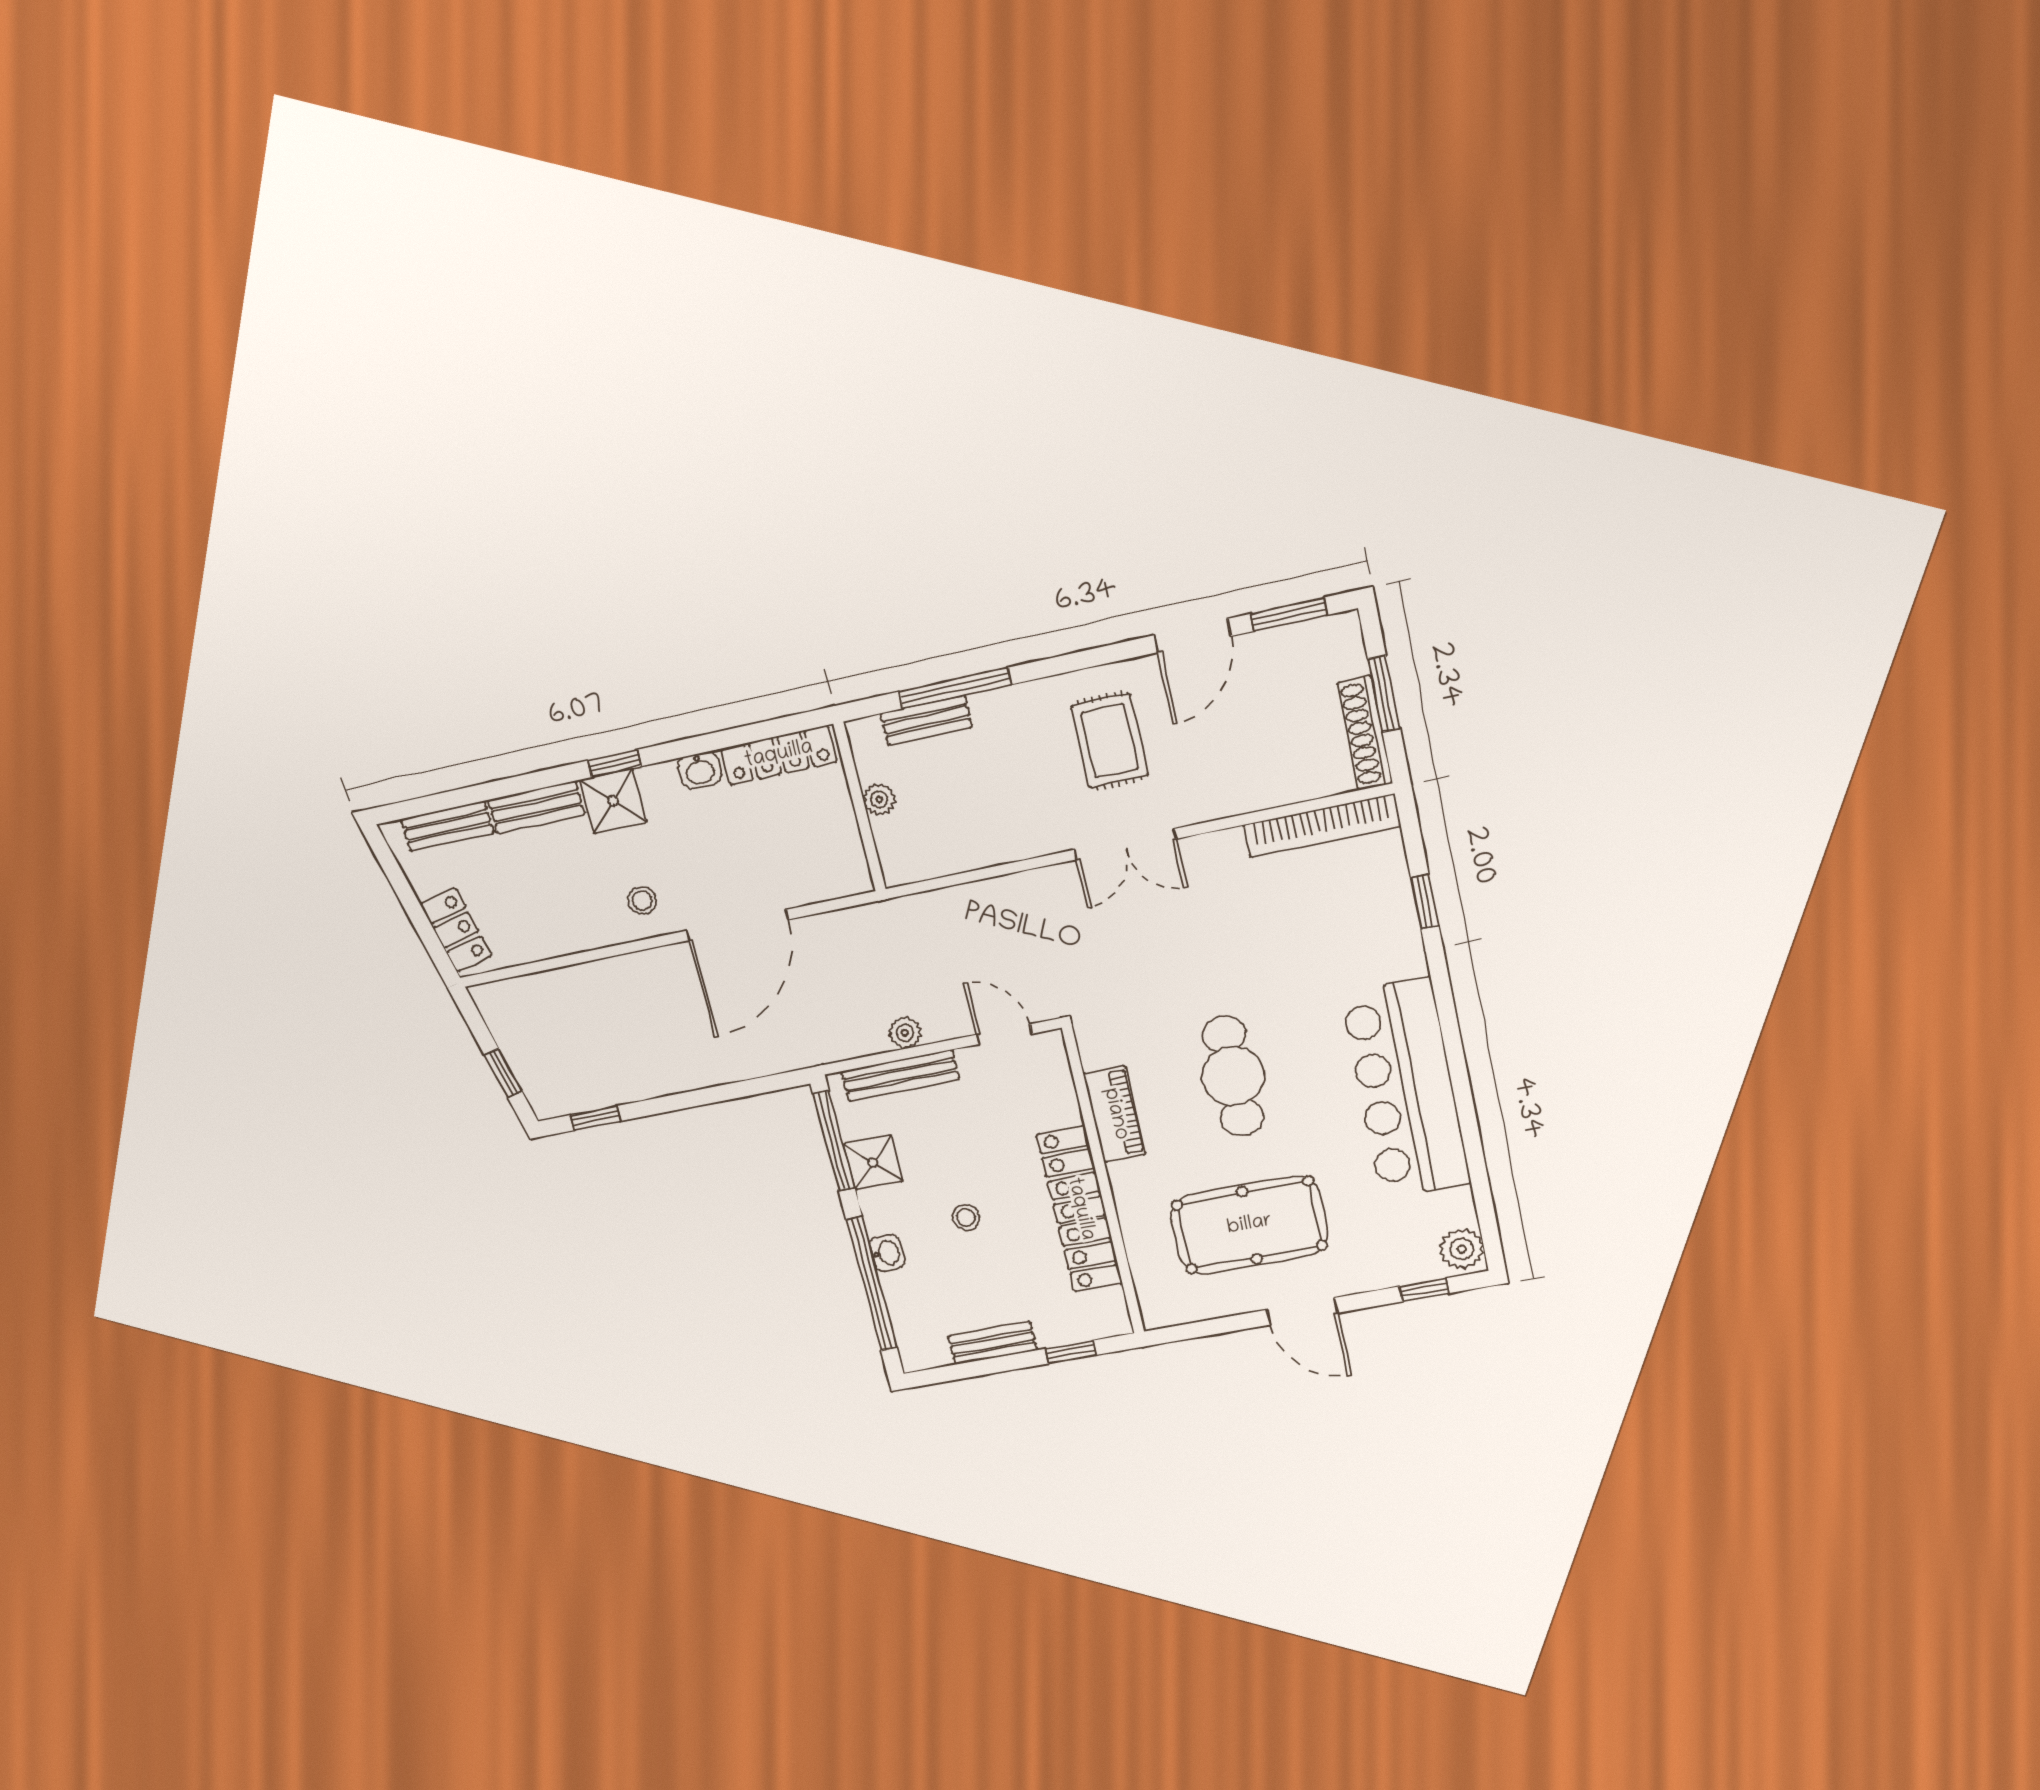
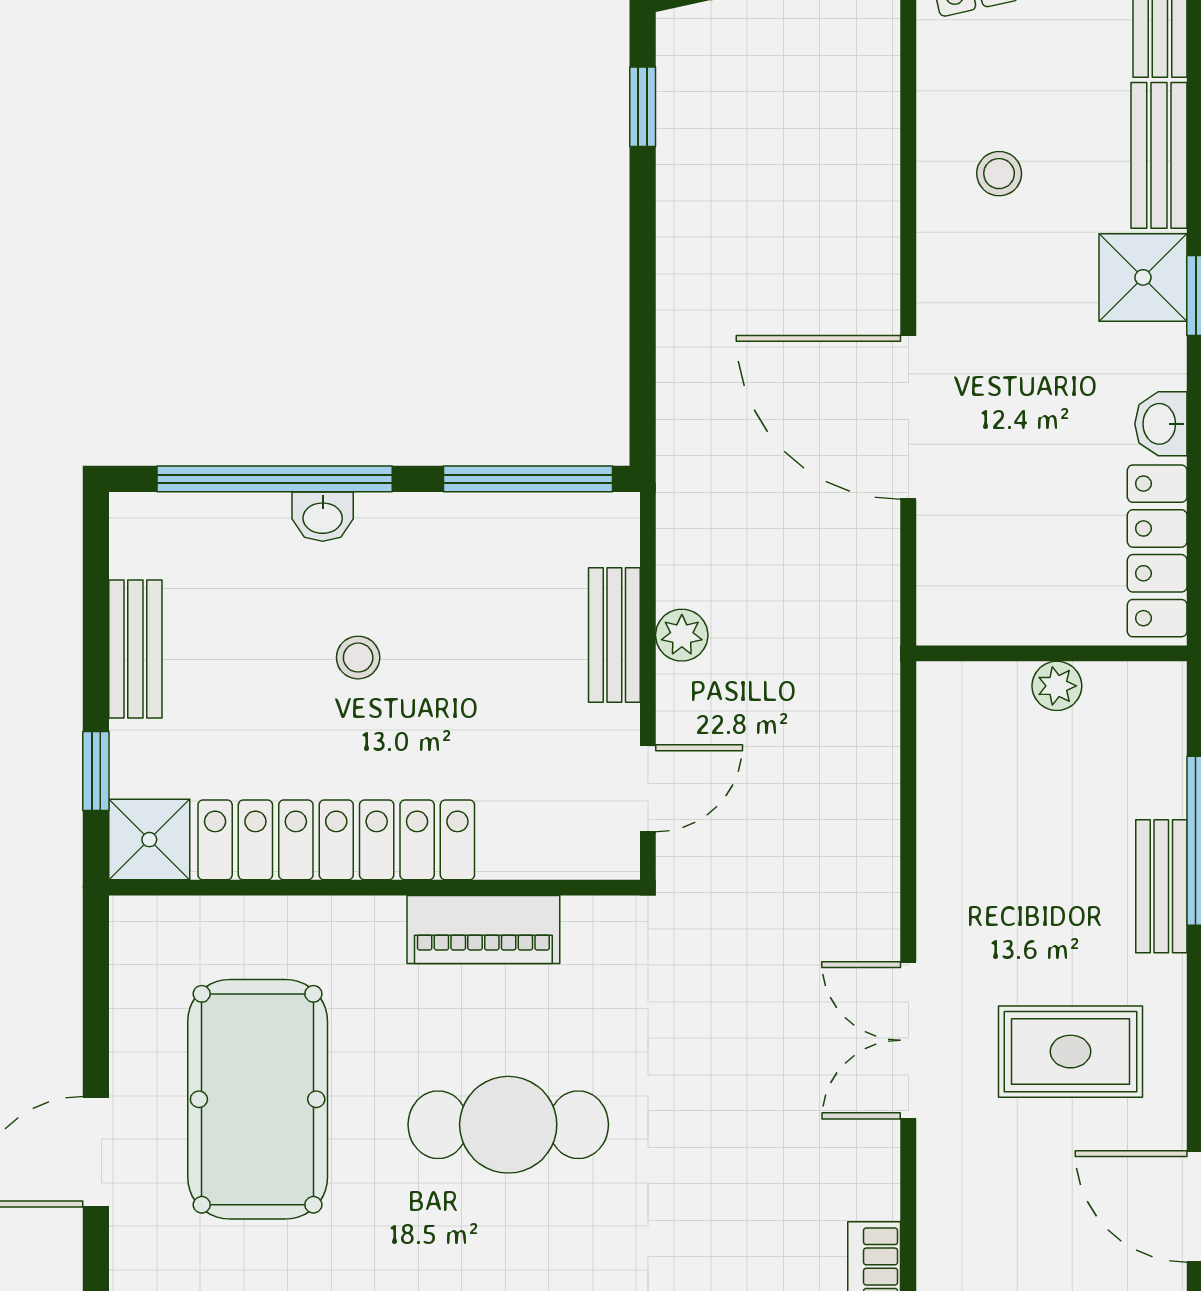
bench: (926, 720) -> (1161, 886), moved
stool: (642, 901) -> (999, 174), moved
bench: (900, 1075) -> (614, 635), width x0.73
shower: (873, 1163) -> (149, 840), moved

